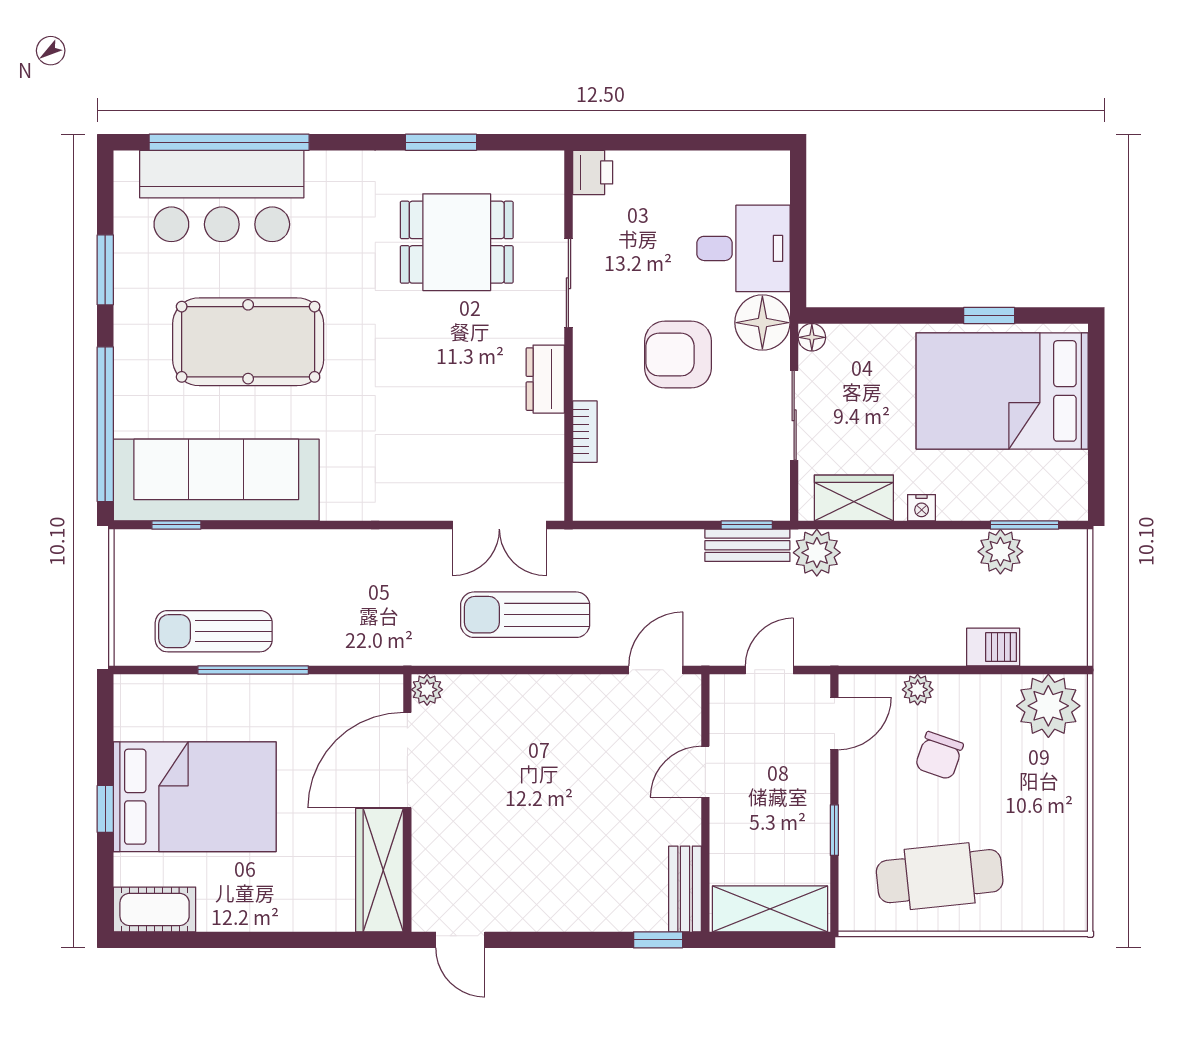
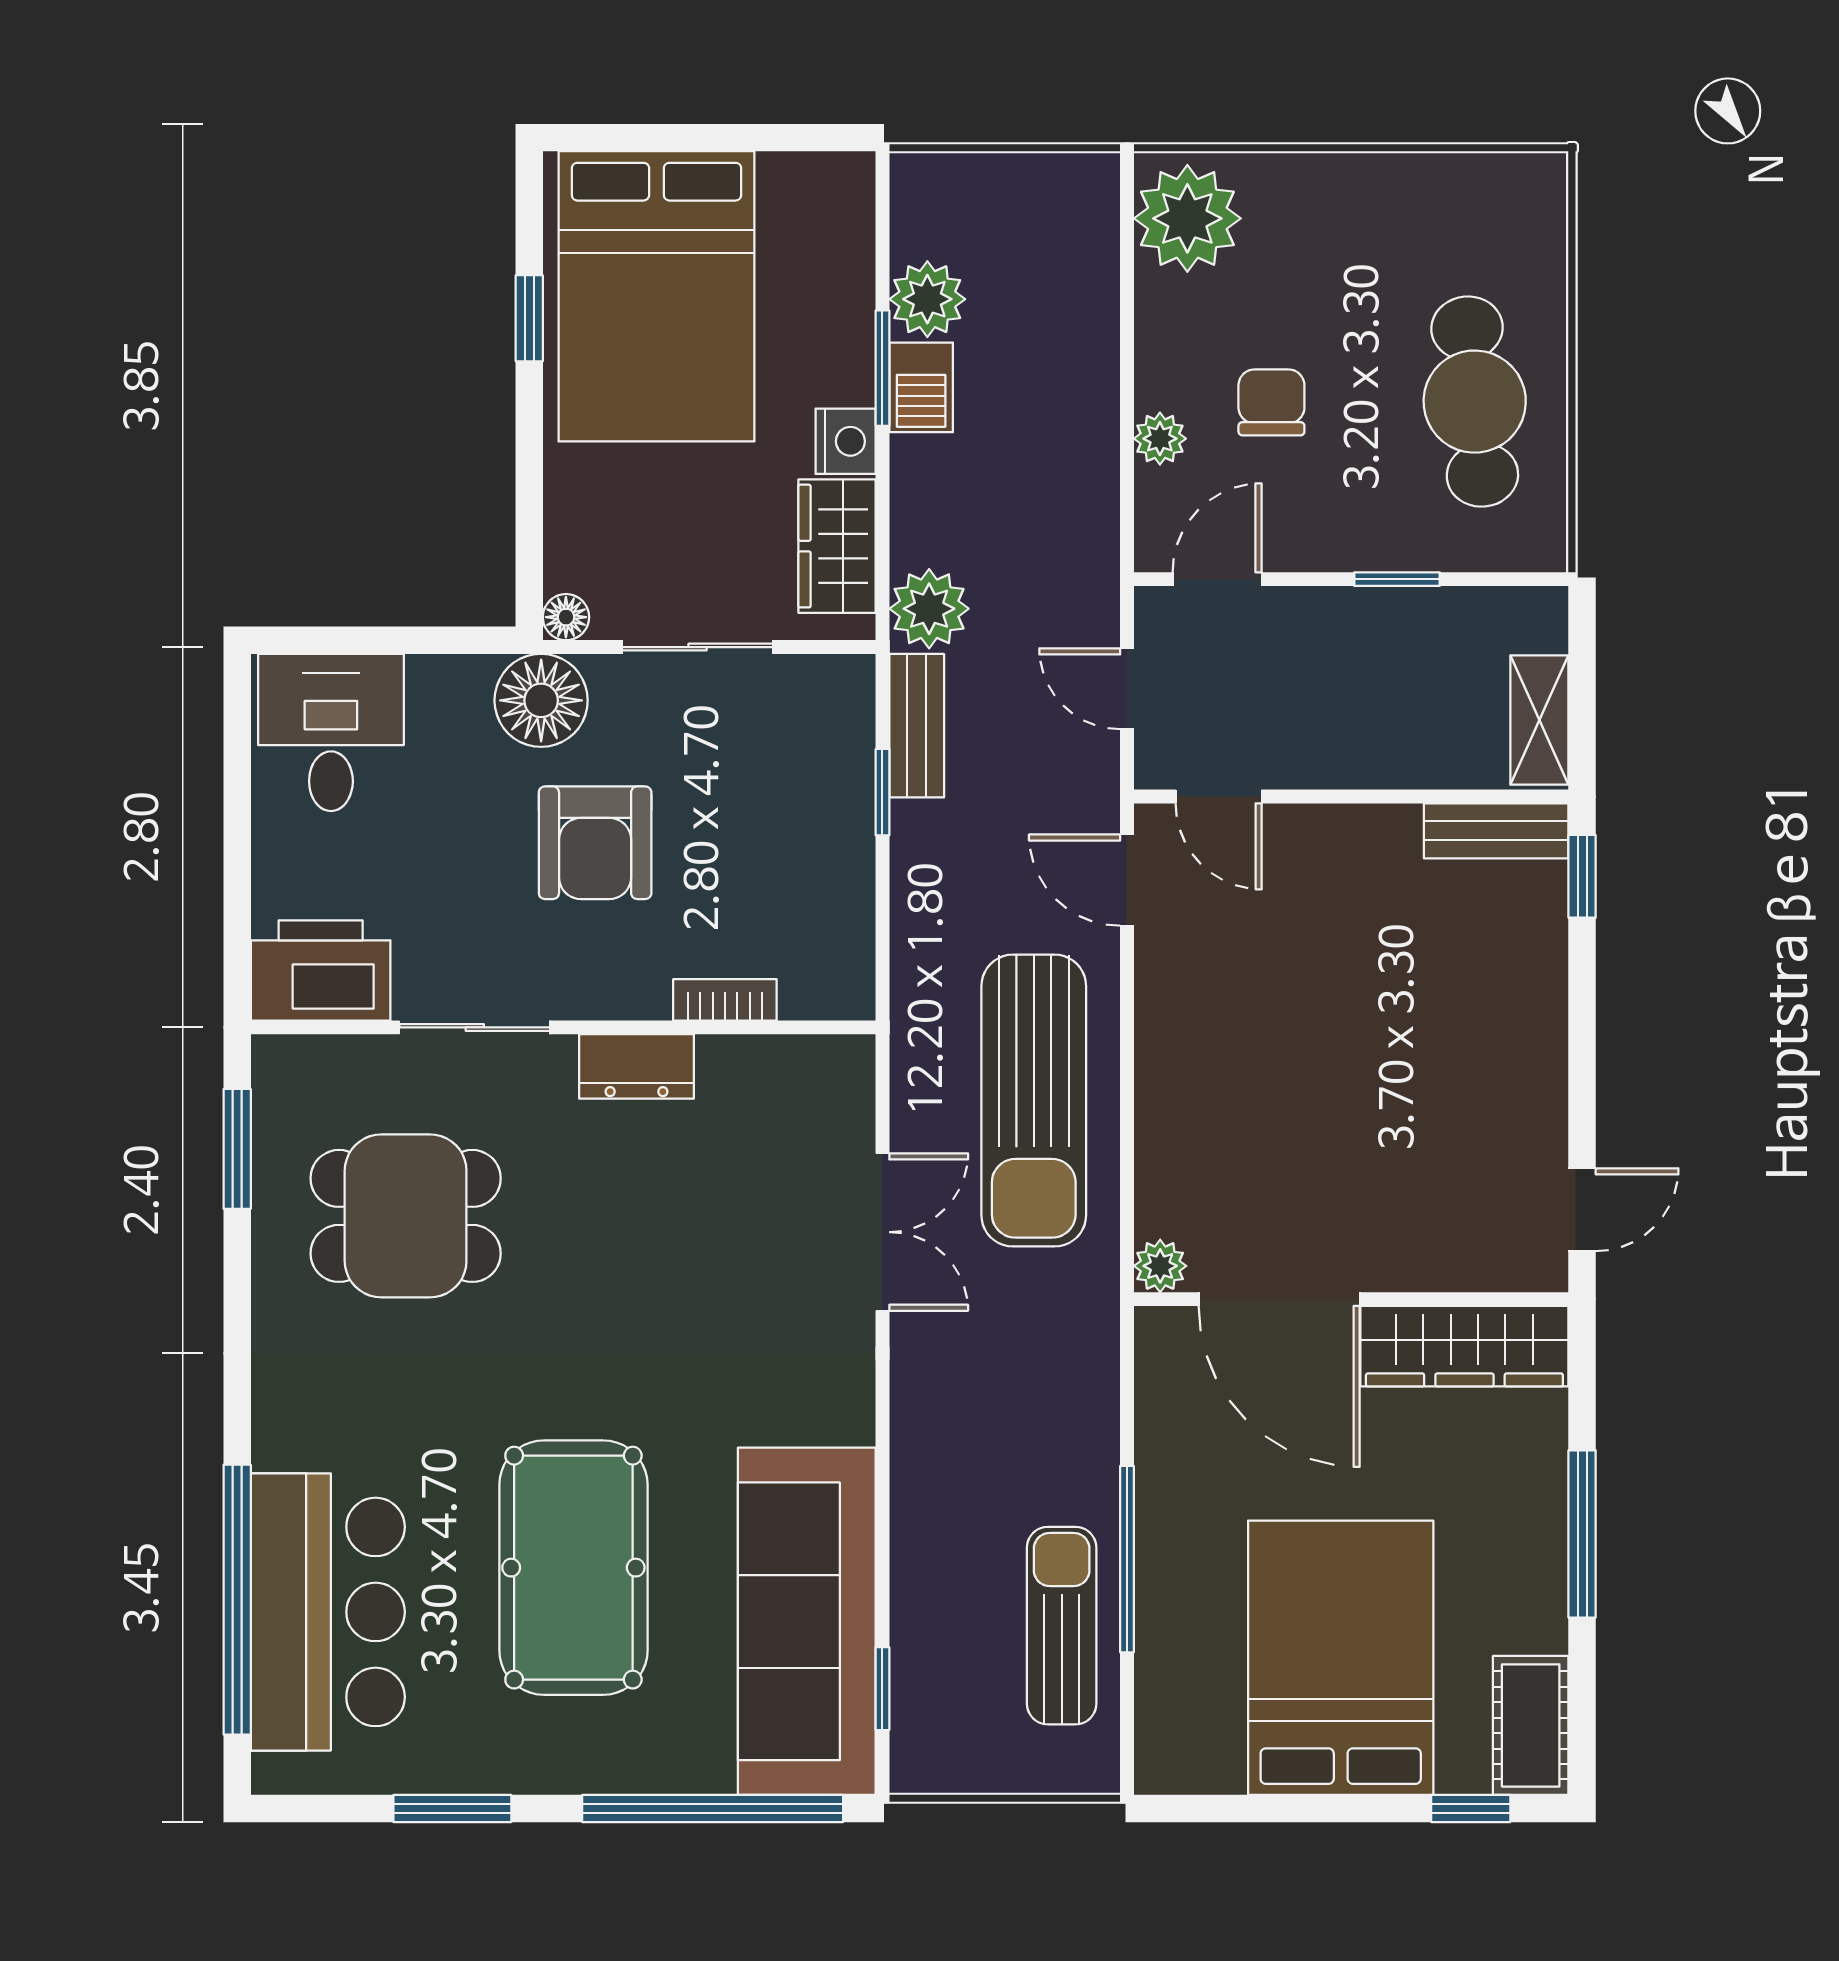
window: (441, 142) -> (237, 1149), moved
printer: (593, 172) -> (321, 970), width x1.87, depth x1.48
dining table: (457, 242) -> (406, 1216), turned 90
desk: (743, 248) -> (331, 732), moved
nightstand: (922, 508) -> (846, 441), width x1.39, depth x1.35
double door: (499, 525) -> (882, 1232), moved
window: (747, 525) -> (882, 792), moved
window: (1025, 525) -> (882, 368), moved
sun lounger: (525, 615) -> (1034, 1101), width x1.36, depth x1.34
sun lounger: (214, 631) -> (1062, 1626), turned 180
barbecue: (993, 647) -> (921, 387), moved, turned 180
door: (834, 723) -> (1217, 579), hinge flipped
chair: (939, 756) -> (1271, 402), turned -109
door: (705, 772) -> (1219, 796), moved
window: (105, 809) -> (1471, 1809), moved
shelving: (770, 909) -> (1539, 720), width x0.67, depth x0.75
window: (268, 940) -> (1582, 1534), added

